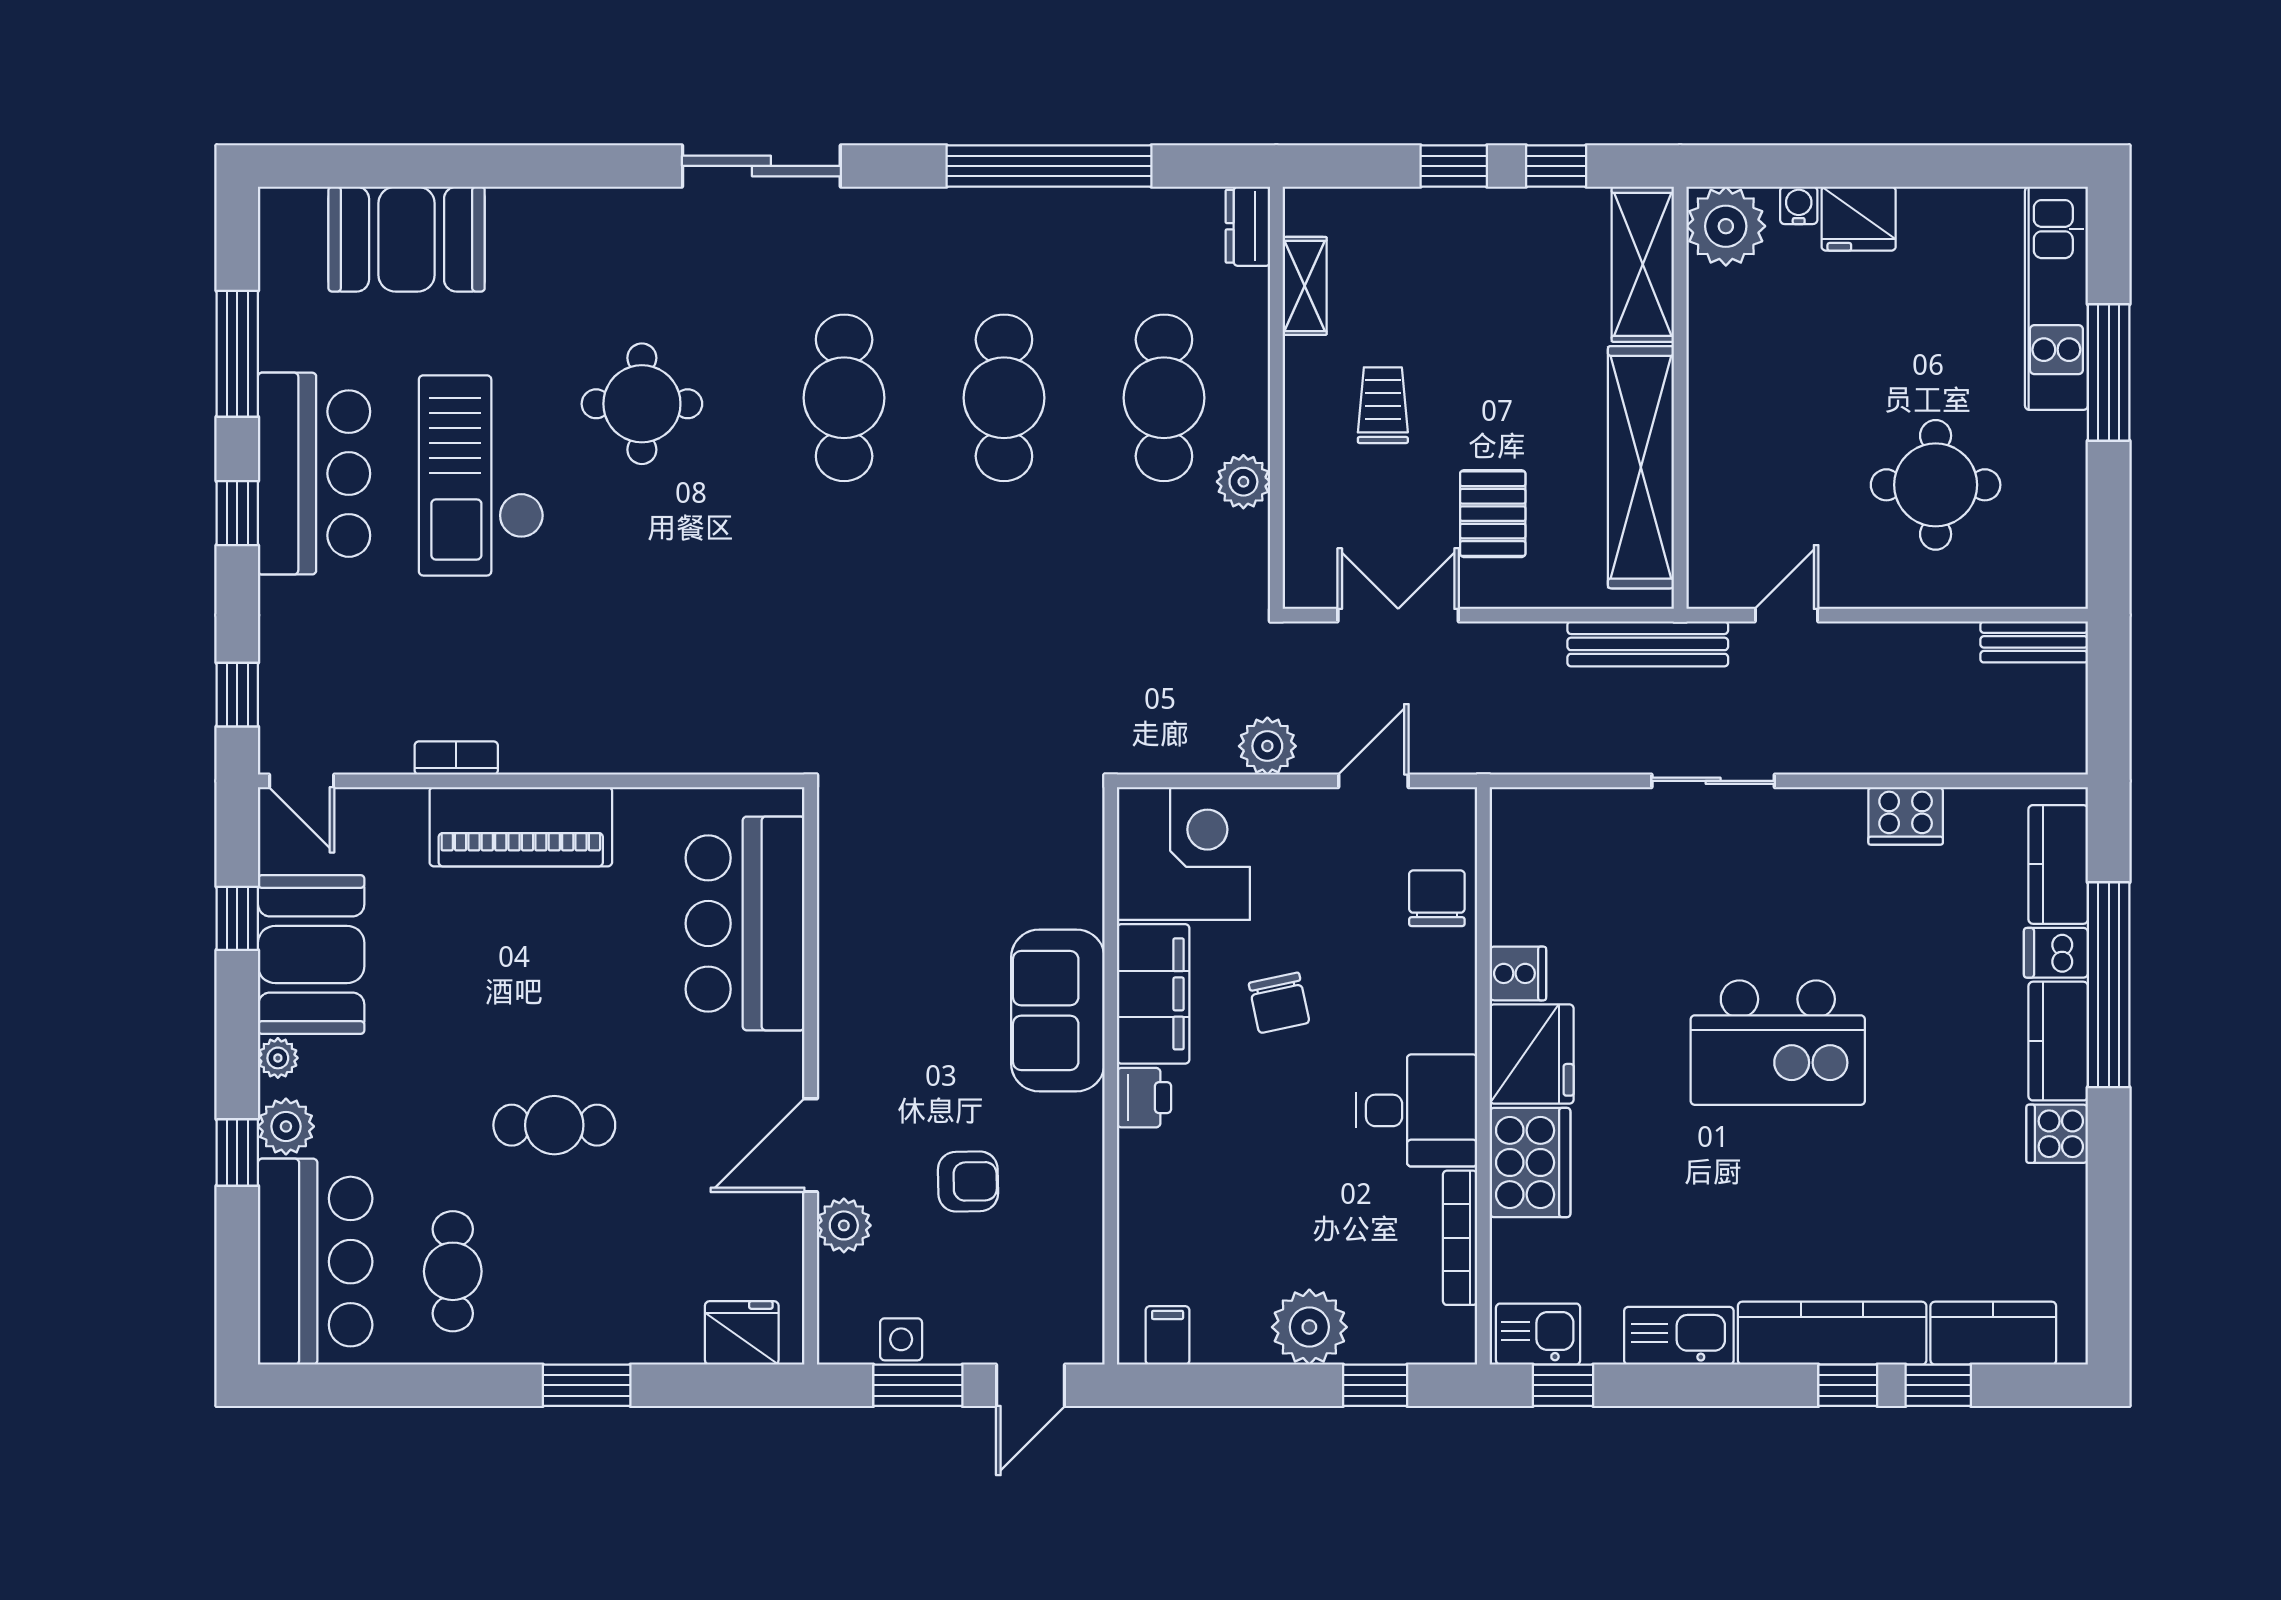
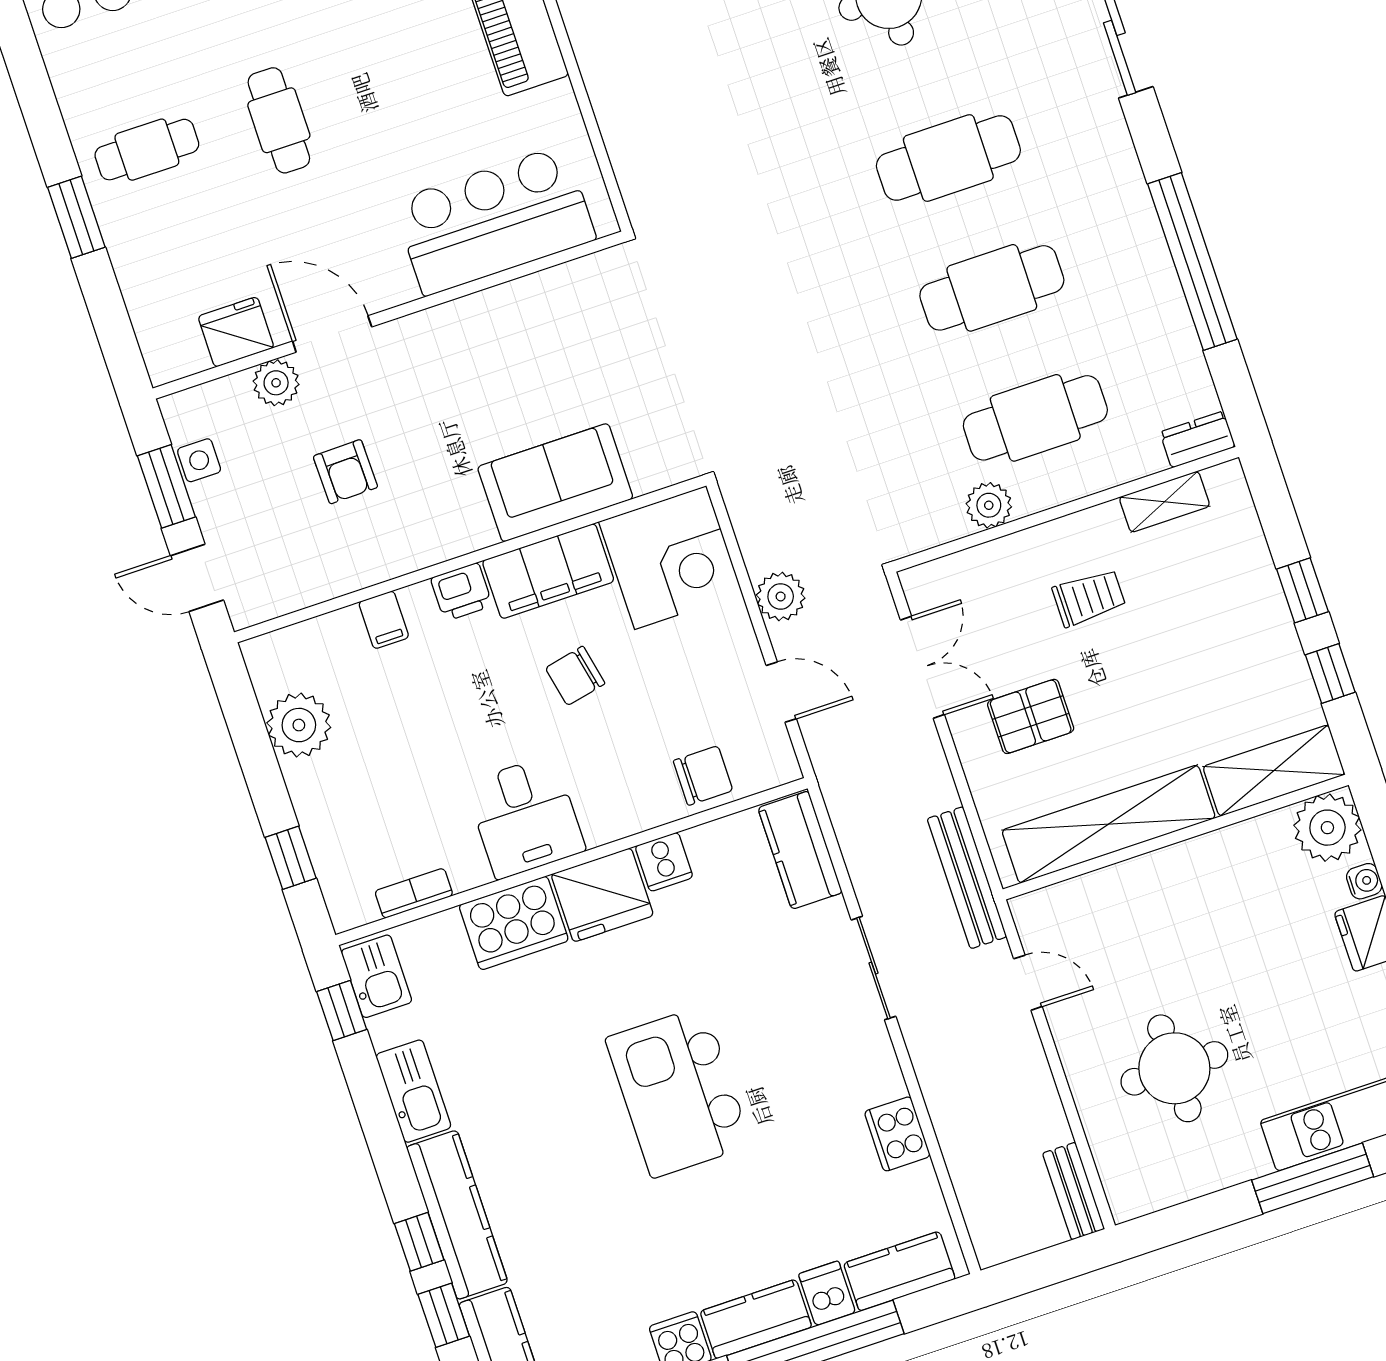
kitchen counter: (1555, 818) -> (800, 850), added
sofa: (1058, 1010) -> (555, 483), moved
bookcase: (1460, 1238) -> (414, 893), width x0.64
cafe table: (453, 1271) -> (147, 150), moved
plant: (1309, 1327) -> (299, 725), moved
fridge: (742, 1333) -> (236, 332), moved, turned -90
filing cabinet: (1168, 1335) -> (384, 620), moved, turned 90

